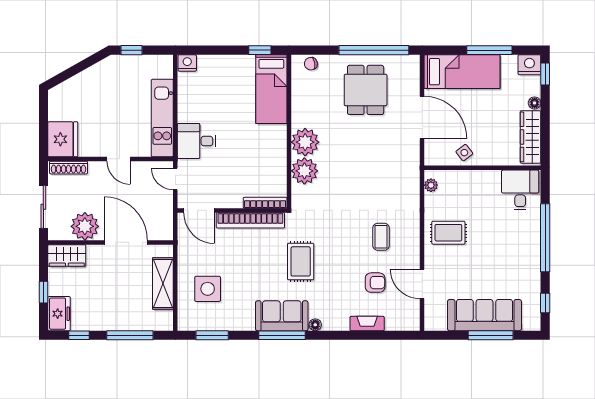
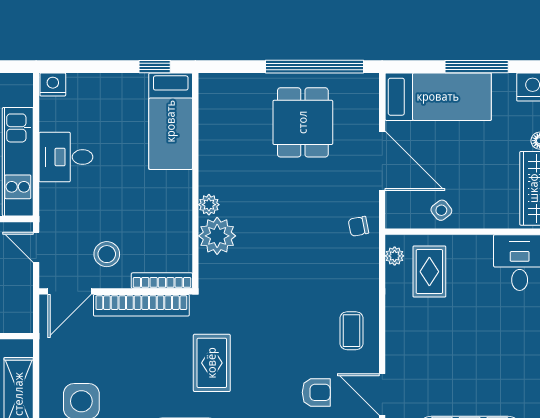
chair: (311, 64) -> (358, 226), moved
desk: (197, 141) -> (66, 157), moved
plant: (305, 142) -> (209, 205), width x0.53, depth x0.53
stool: (226, 184) -> (107, 254), added
door: (199, 210) -> (69, 291), hinge flipped
rug: (448, 233) -> (429, 272), moved, turned 90
coffee table: (381, 237) -> (352, 331), moved

